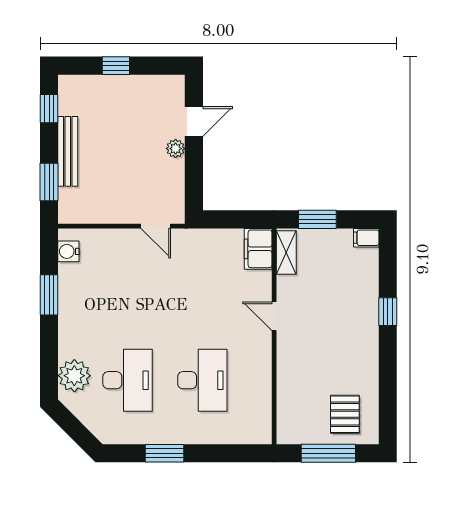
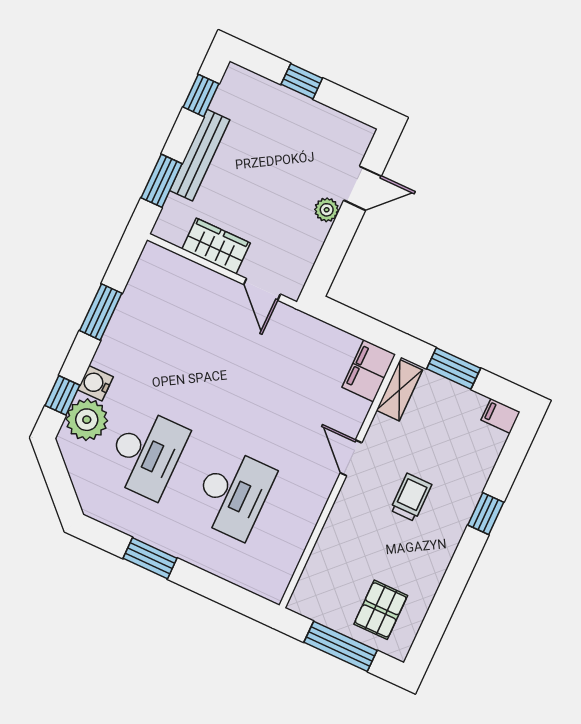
wardrobe: (109, 210) -> (216, 246), added
water cooler: (68, 251) -> (95, 383), moved
trolley: (329, 325) -> (411, 497), added
window: (49, 367) -> (62, 395), added

